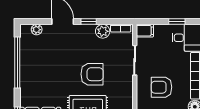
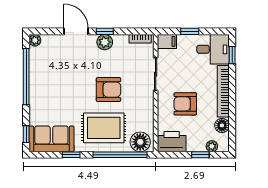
window: (177, 22) -> (190, 31), moved
plant: (37, 30) -> (35, 40), moved
plant: (103, 31) -> (105, 42), moved

